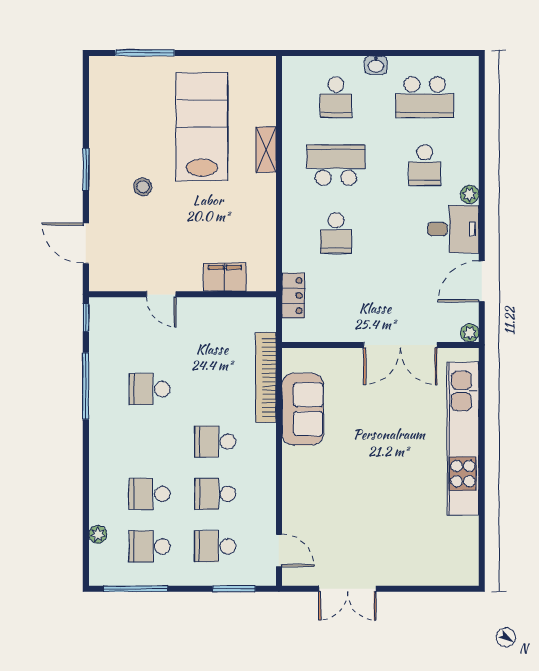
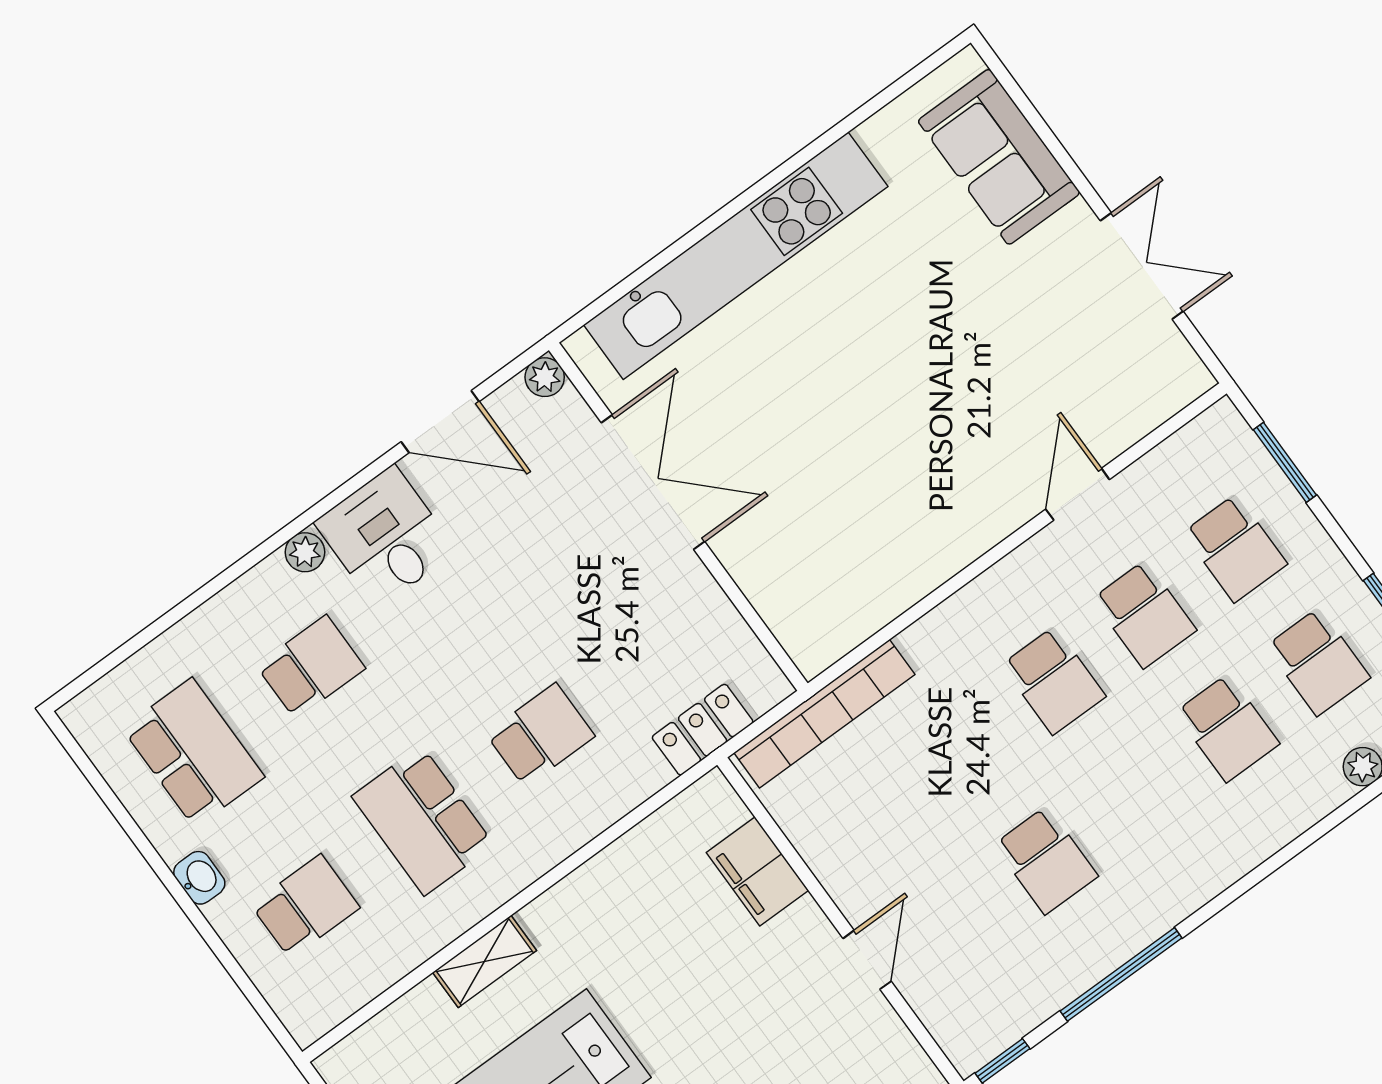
bookcase: (266, 377) -> (824, 714), moved
sofa: (303, 409) -> (999, 157), moved, turned -90
door: (279, 550) -> (1078, 494), moved

